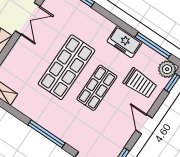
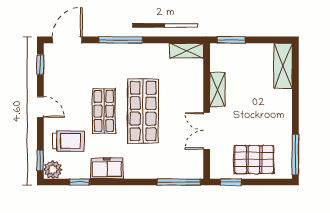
window: (153, 46) -> (79, 182), width x0.46
trolley: (140, 83) -> (68, 141), turned 180

